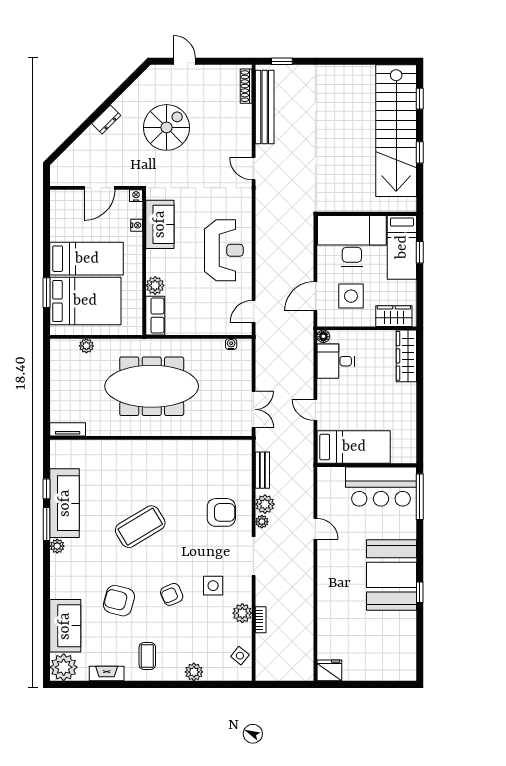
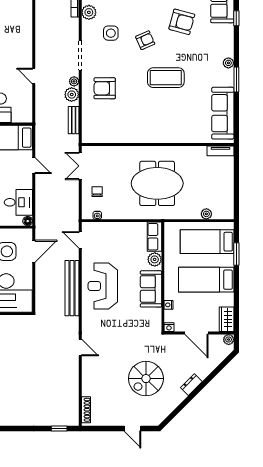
bench: (265, 107) -> (72, 288), moved
plant: (57, 179) -> (229, 340), added
door: (99, 188) -> (196, 333), swing flipped
wardrobe: (60, 206) -> (227, 319), added
sofa: (160, 224) -> (151, 289), moved
bed: (85, 301) -> (207, 242), width x0.67
door: (254, 311) -> (80, 240), swing flipped
chair: (231, 375) -> (97, 192), added
meeting table: (152, 386) -> (157, 183), width x0.73
window: (47, 489) -> (236, 18), moved
sofa: (65, 503) -> (223, 113), moved
coffee table: (140, 527) -> (166, 78), turned 31
armchair: (172, 594) -> (145, 40), moved

